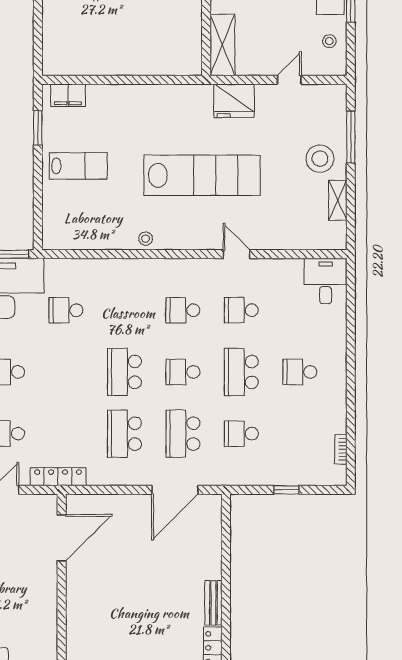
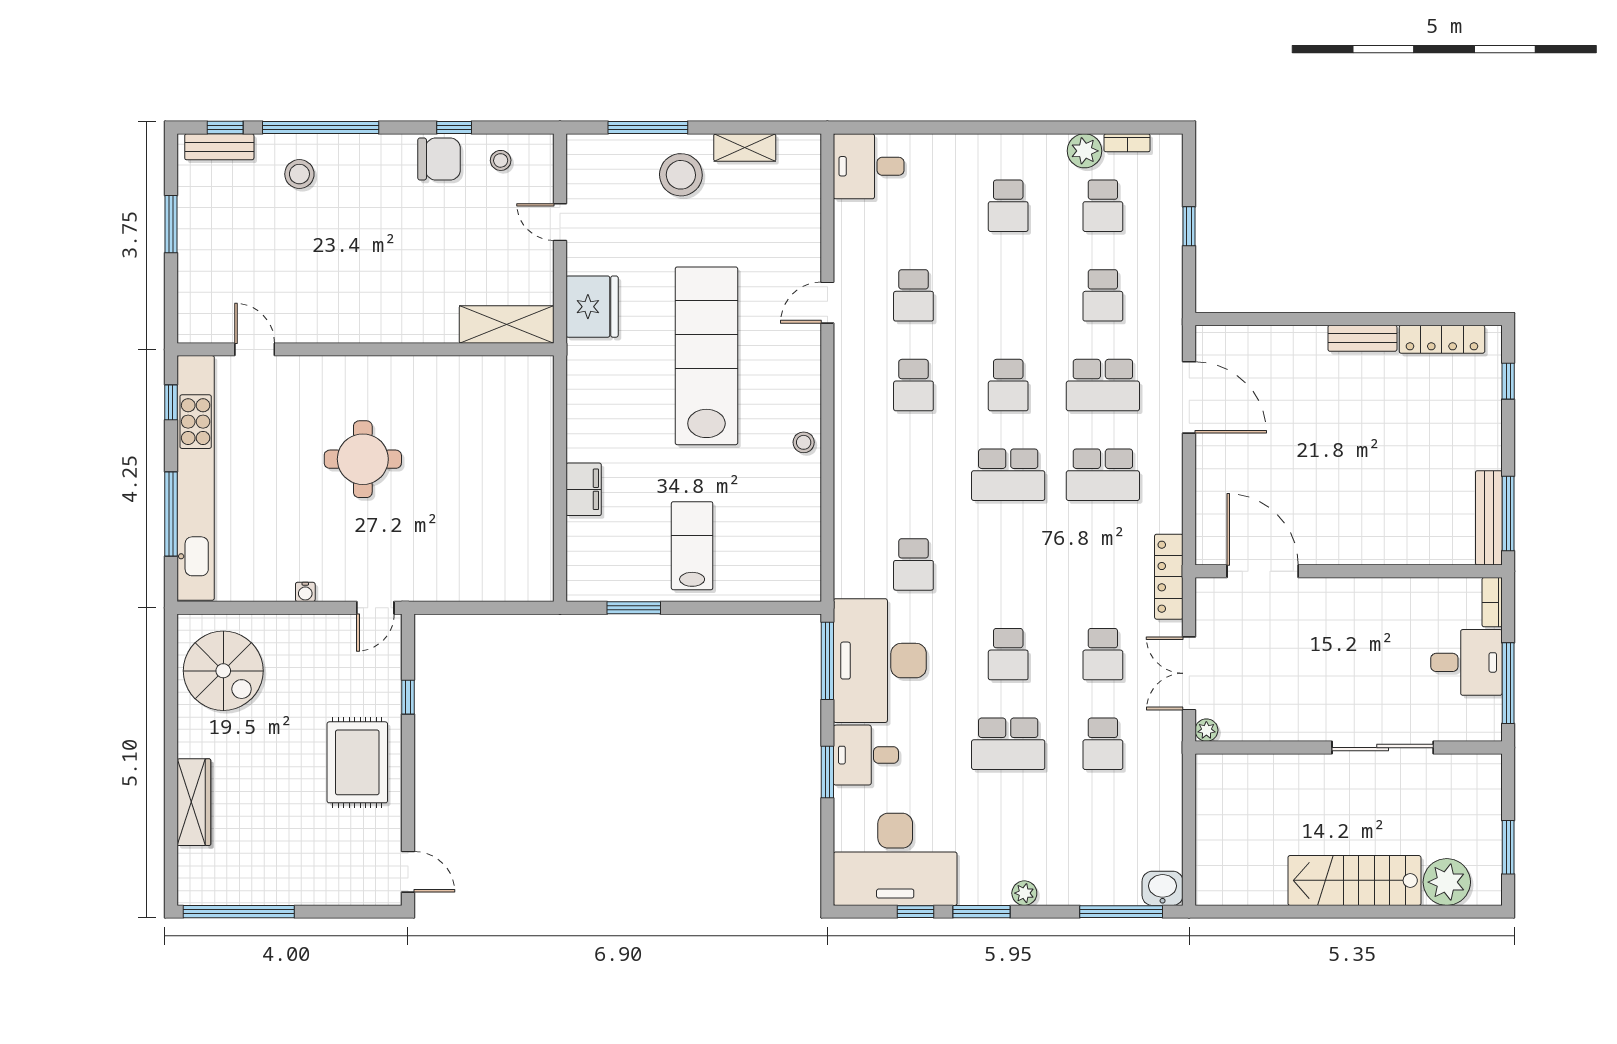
filing cabinet: (68, 95) -> (584, 489), moved
school desk: (241, 372) -> (1103, 206), moved, width x0.54
plant: (336, 422) -> (1085, 151), added

